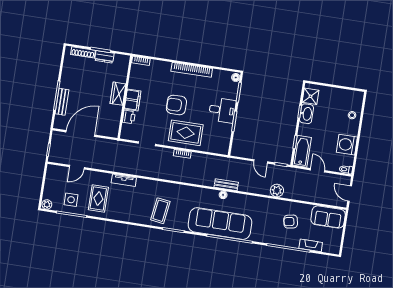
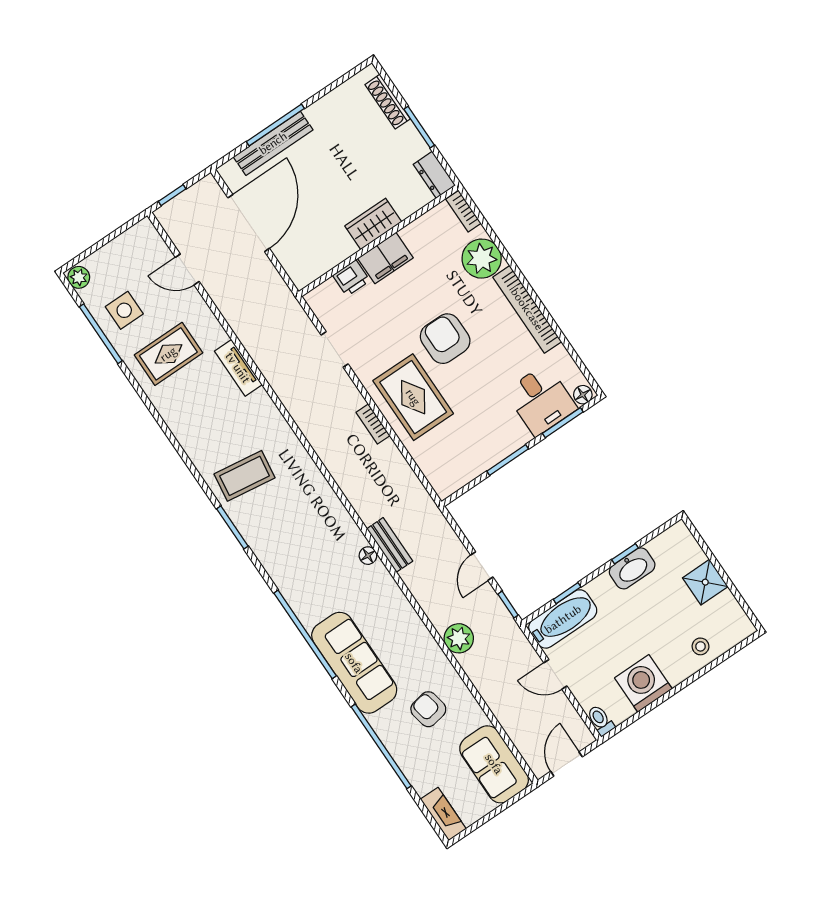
dresser: (104, 57) -> (434, 175), moved
plant: (162, 69) -> (482, 259), added
shower: (310, 96) -> (705, 582), moved
bench: (62, 102) -> (273, 143), width x1.36
desk: (222, 110) -> (541, 400), moved
door: (80, 134) -> (249, 223), hinge flipped
door: (318, 170) -> (555, 674), swing flipped
sofa: (220, 224) -> (354, 663), moved, width x0.74, depth x0.79
fireplace: (311, 245) -> (443, 814), moved

